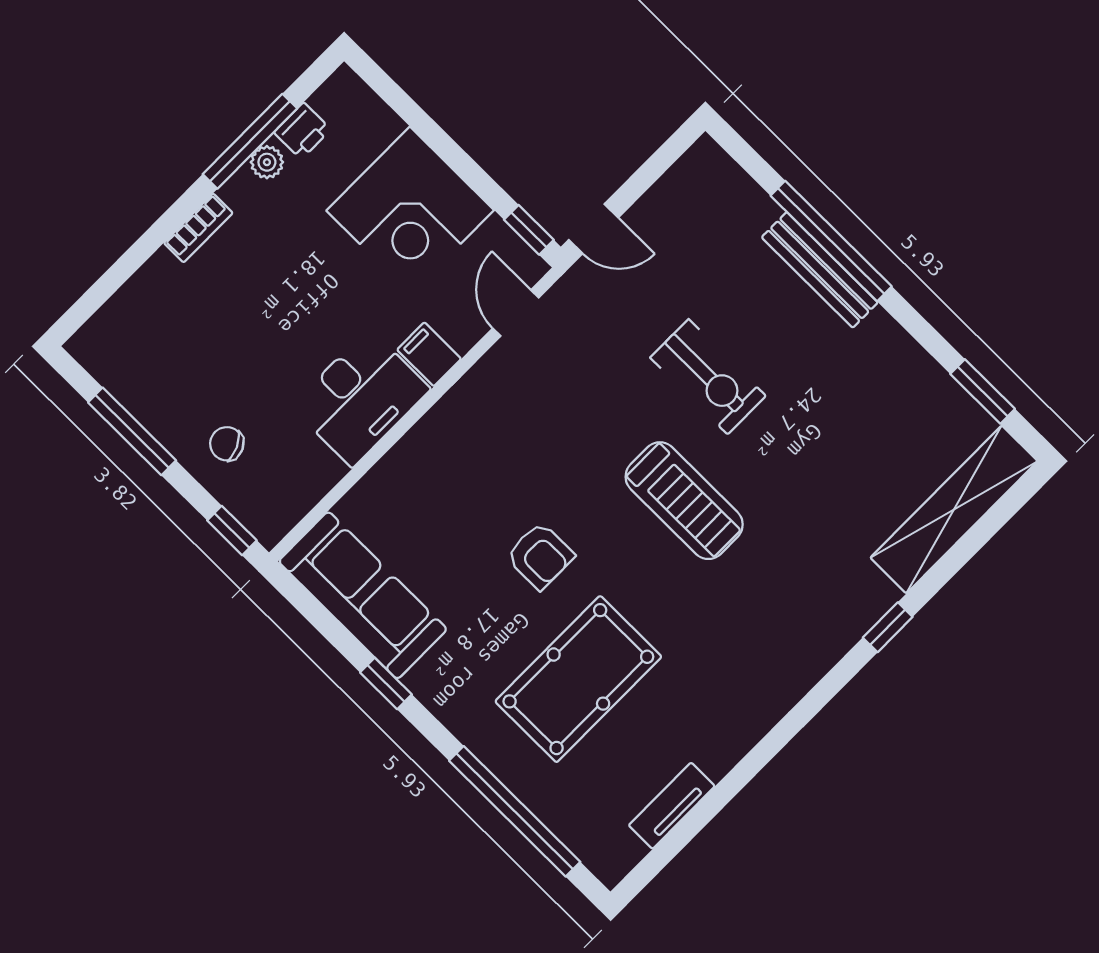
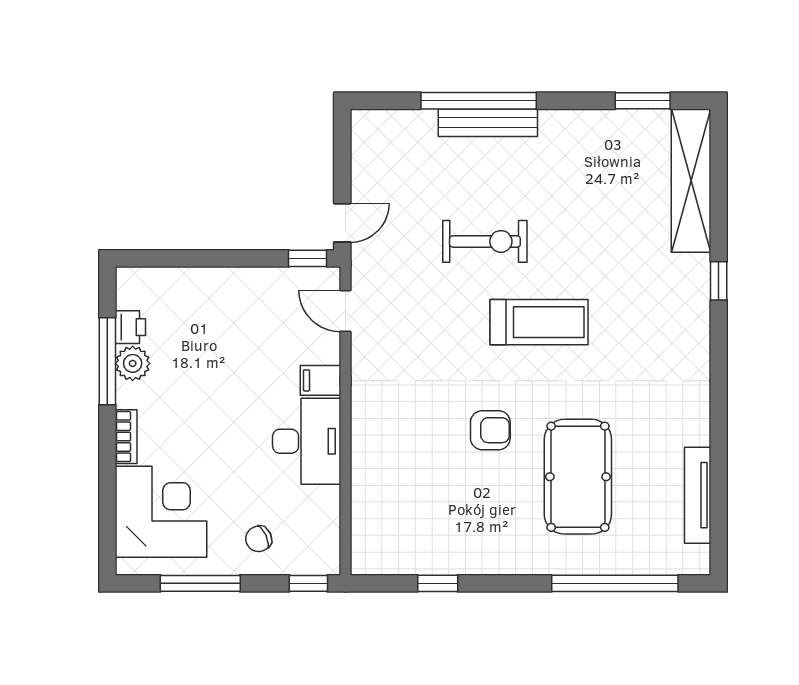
plant: (267, 162) -> (133, 363), width x1.38, depth x1.38
corner desk: (410, 210) -> (161, 512), moved, turned -90
sofa: (363, 595) -> (415, 548), removed
window: (386, 683) -> (438, 583), moved
tv unit: (672, 806) -> (698, 495), width x1.41

